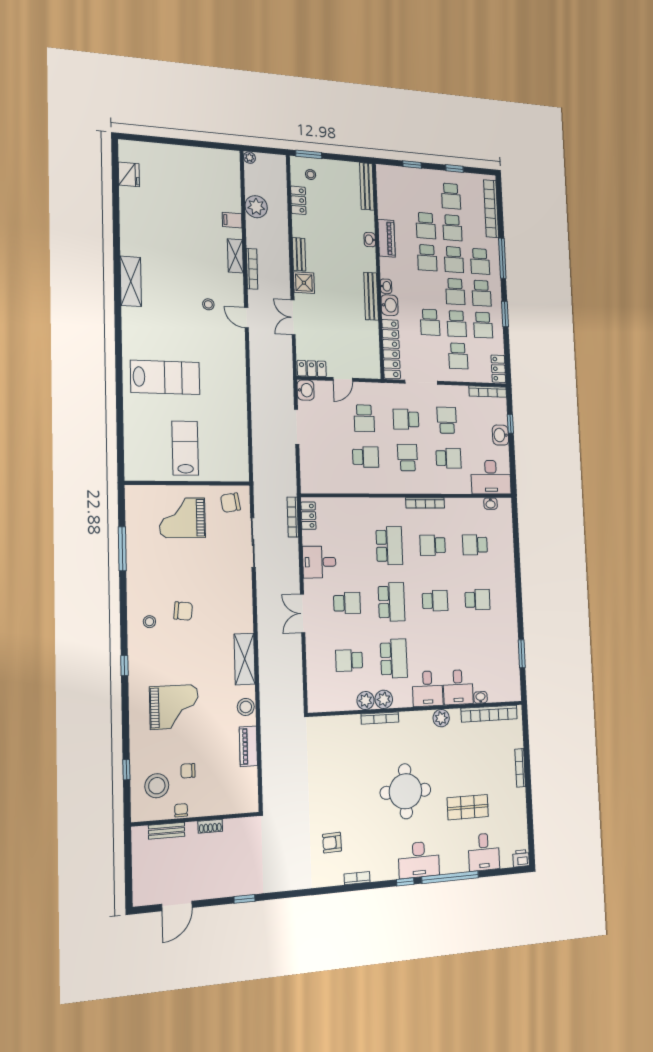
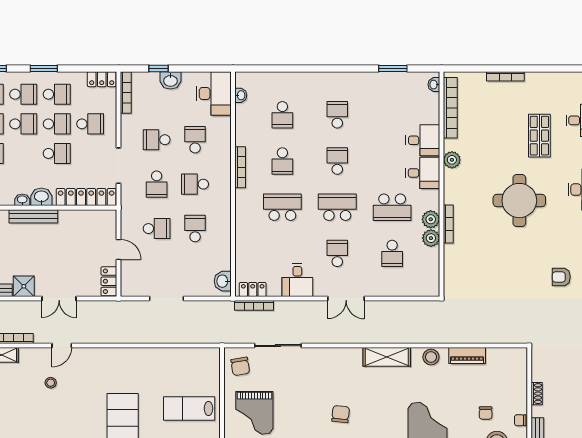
washbasin: (306, 390) -> (223, 281), moved, turned -90
school desk: (394, 659) -> (392, 207), turned 180
washbasin: (481, 697) -> (434, 85), moved
armchair: (332, 843) -> (561, 277), turned 92

